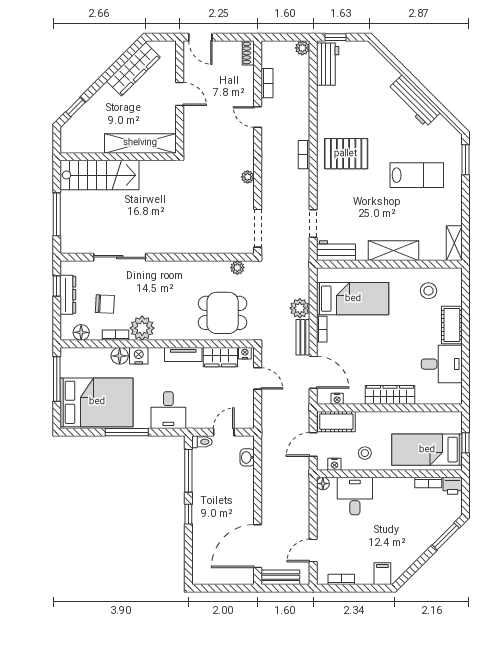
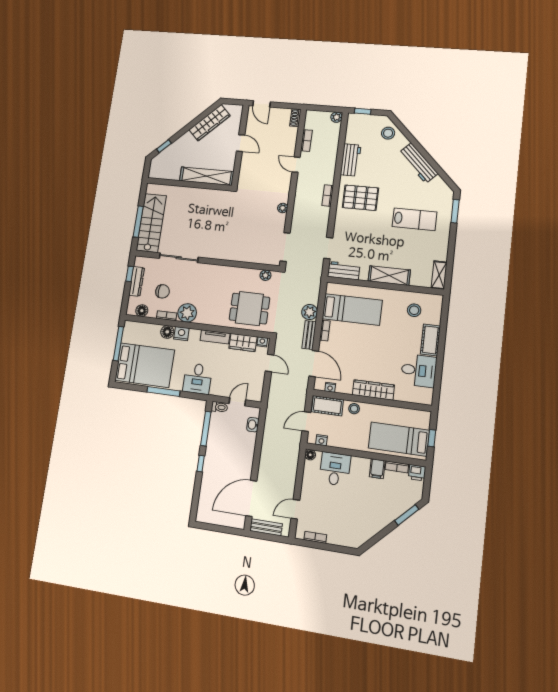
workbench: (328, 64) -> (351, 160), moved
stool: (371, 64) -> (388, 133), added
stairs: (100, 175) -> (151, 223), moved, turned -90
stool: (365, 453) -> (354, 409), moved
filing cabinet: (382, 574) -> (377, 469), moved, turned 180

